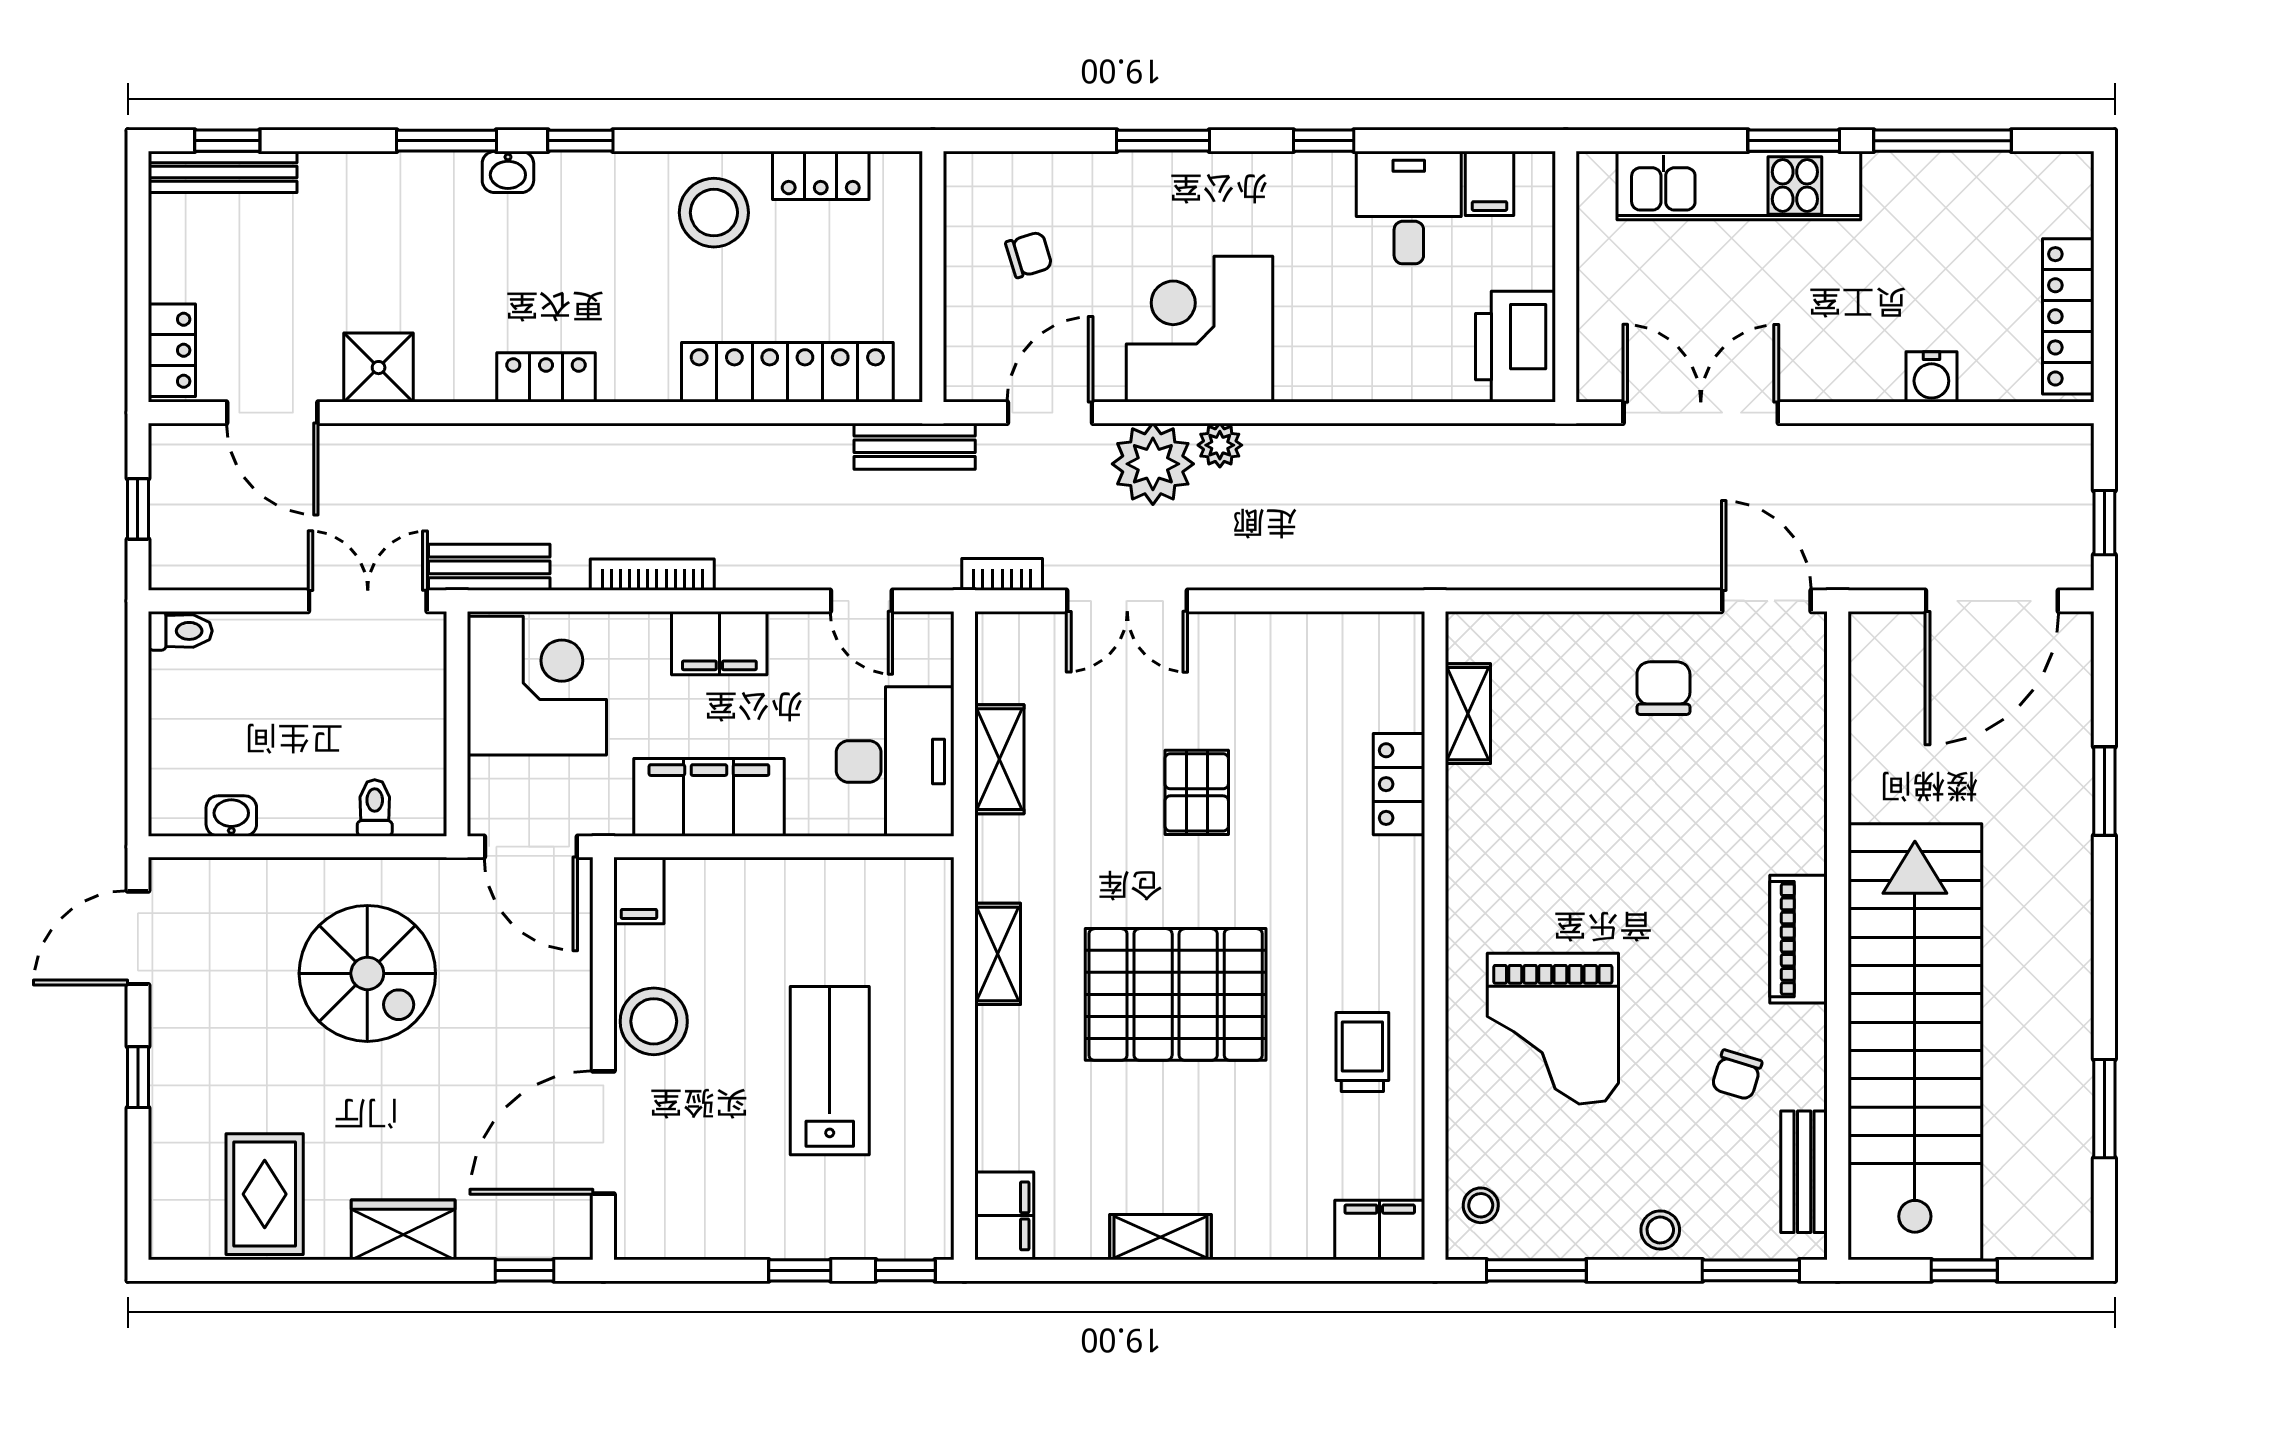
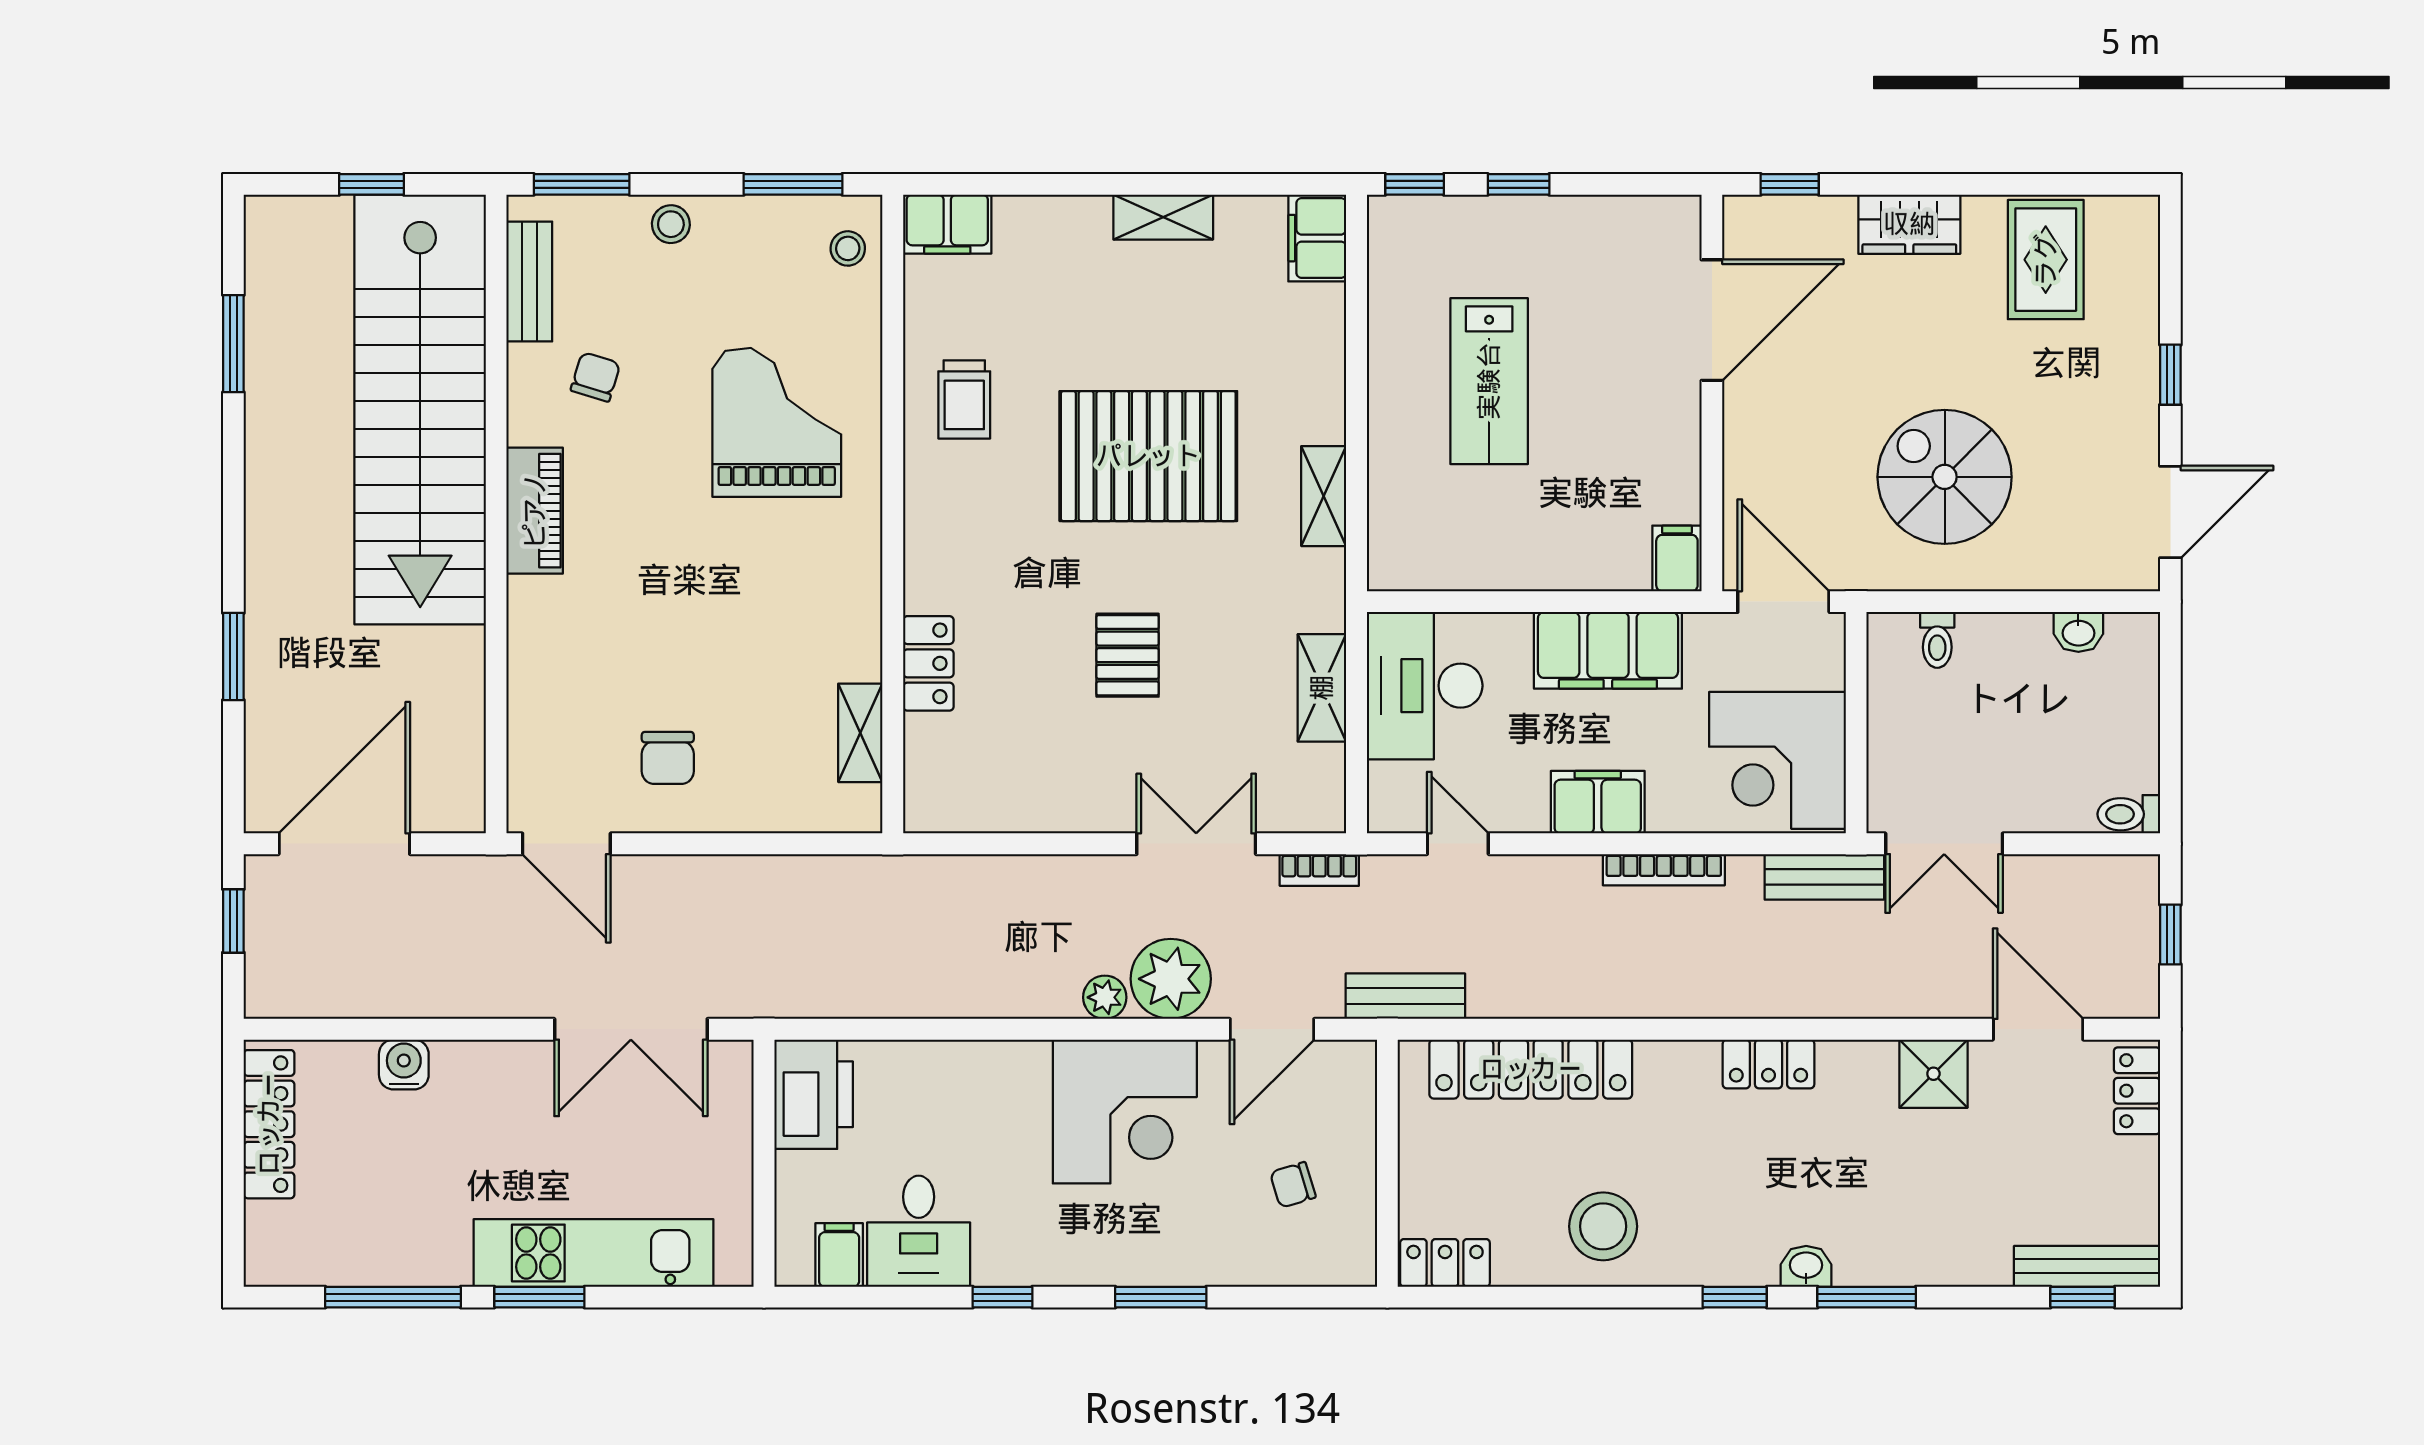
locker: (821, 175) -> (1445, 1263), moved
stool: (654, 1021) -> (1662, 430), removed

